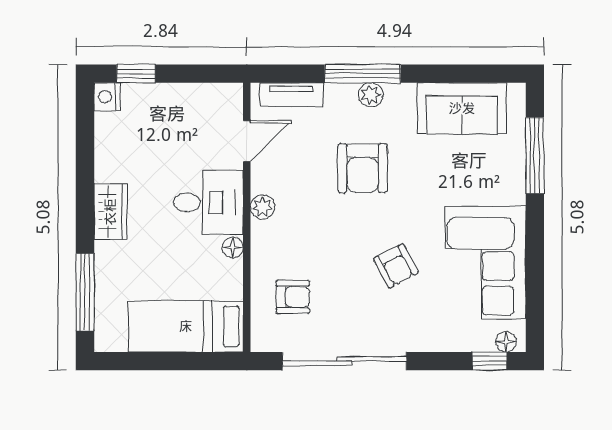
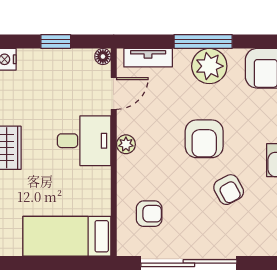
window: (136, 74) -> (56, 41), moved
plant: (371, 95) -> (209, 66), width x1.87, depth x1.87
armchair: (363, 168) -> (204, 139), moved
floor lamp: (233, 248) -> (103, 57), moved

